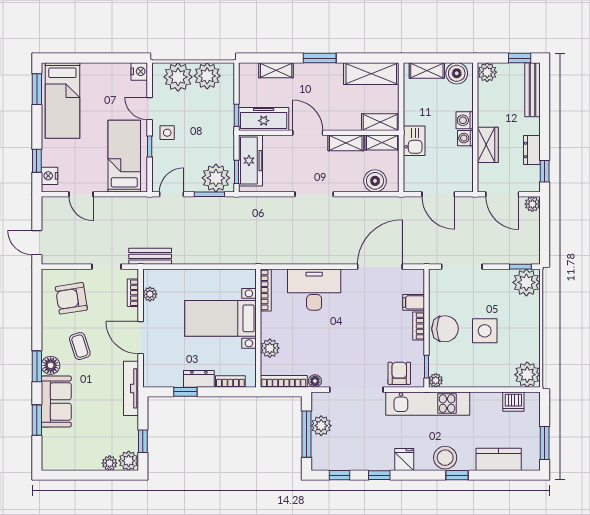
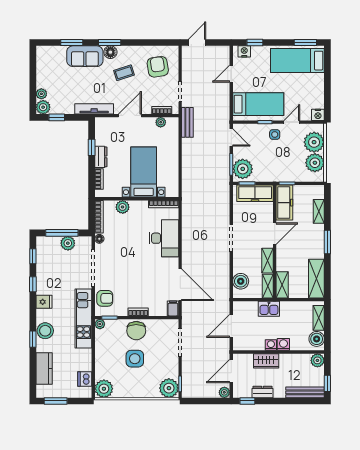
filing cabinet: (414, 302) -> (173, 308), moved

